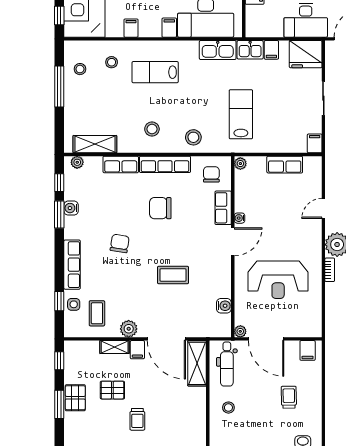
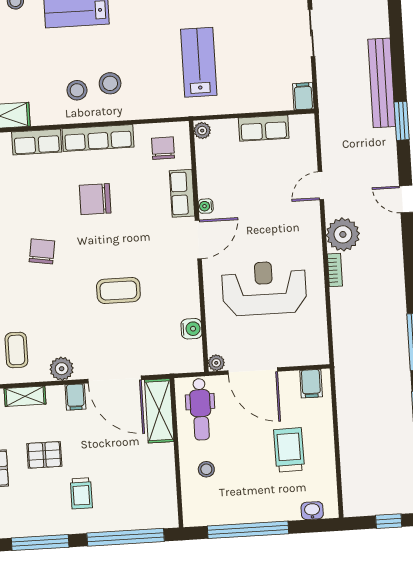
stool: (193, 137) -> (110, 83), moved
reception desk: (278, 280) -> (264, 288), turned 180
shelving: (115, 347) -> (25, 396), moved
trolley: (289, 397) -> (289, 450), width x1.36, depth x1.39

